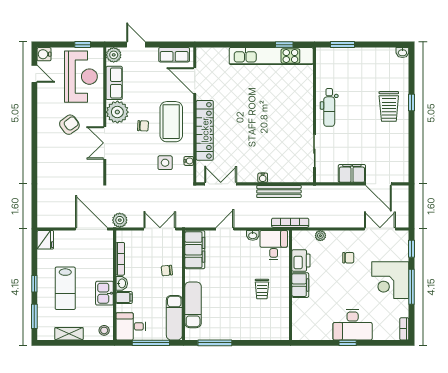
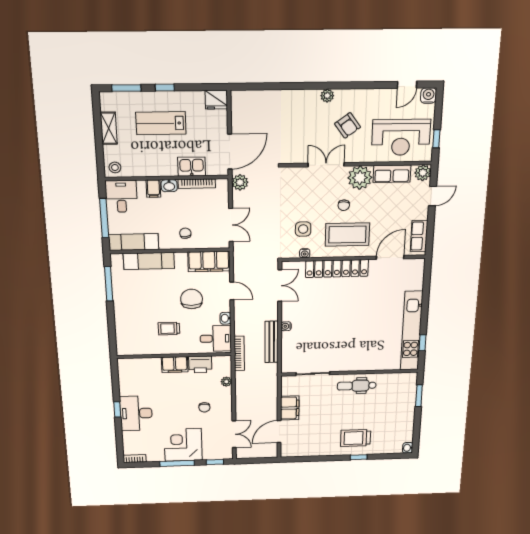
plant: (43, 143) -> (327, 96), added
chair: (232, 267) -> (192, 299), added
kitchen sink: (104, 293) -> (192, 167), moved

